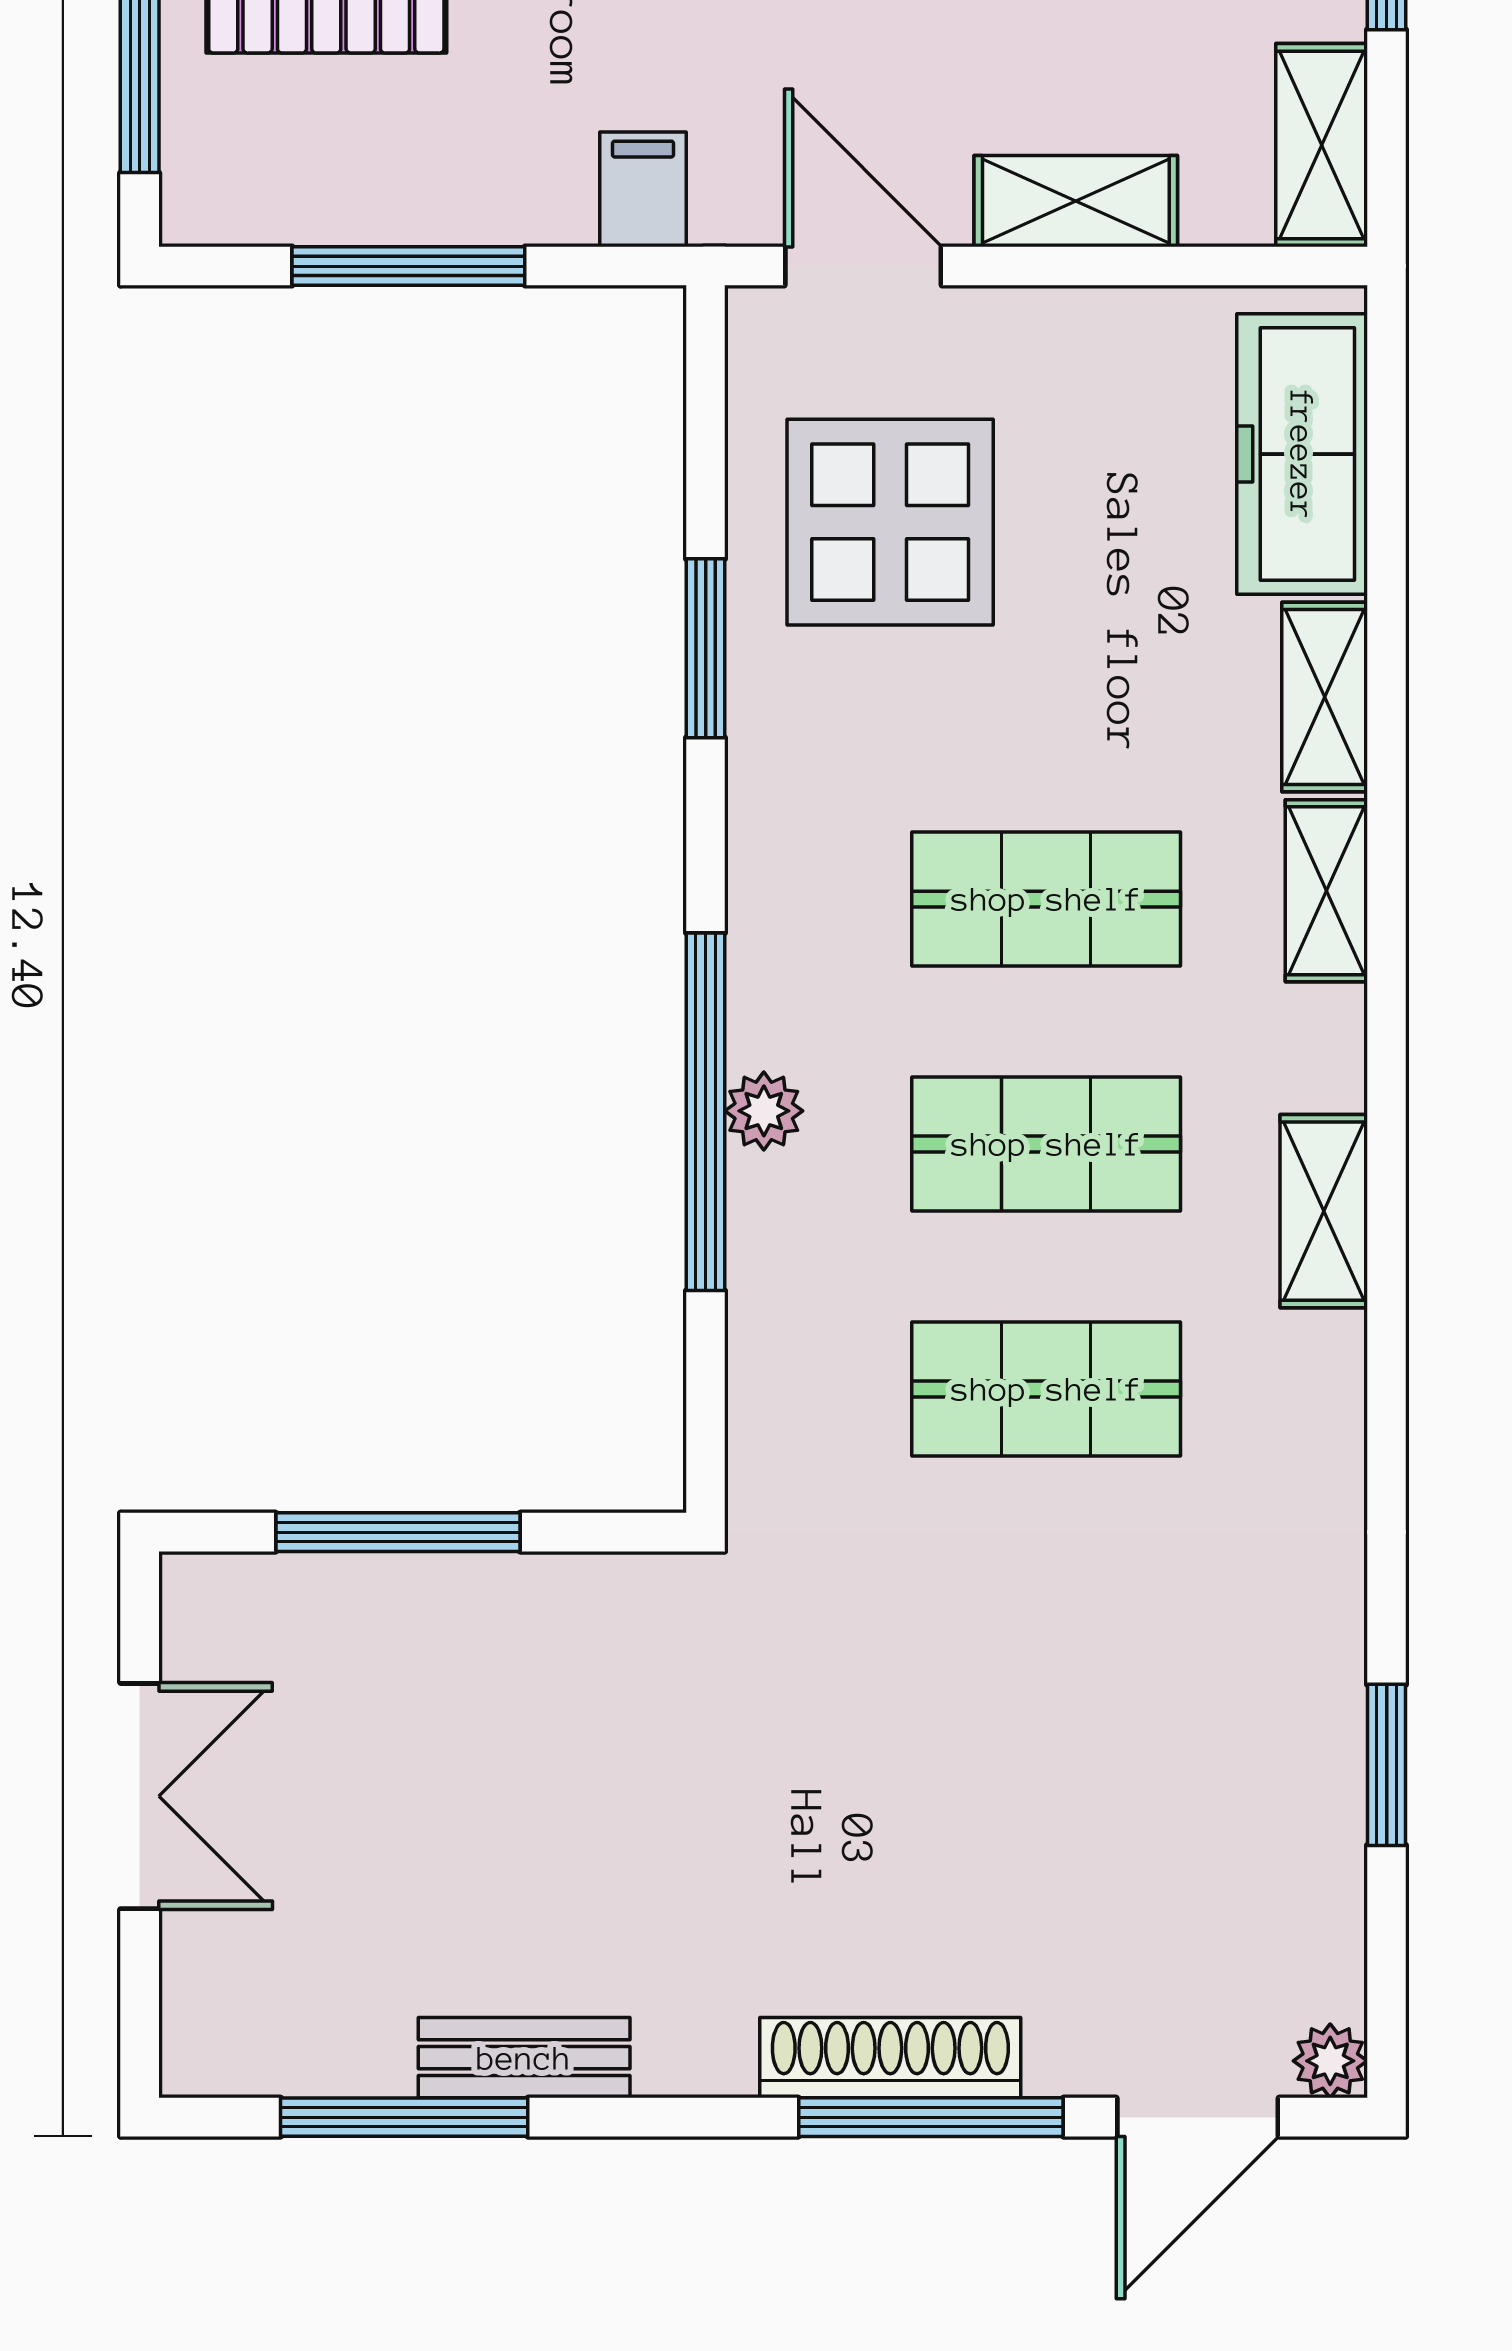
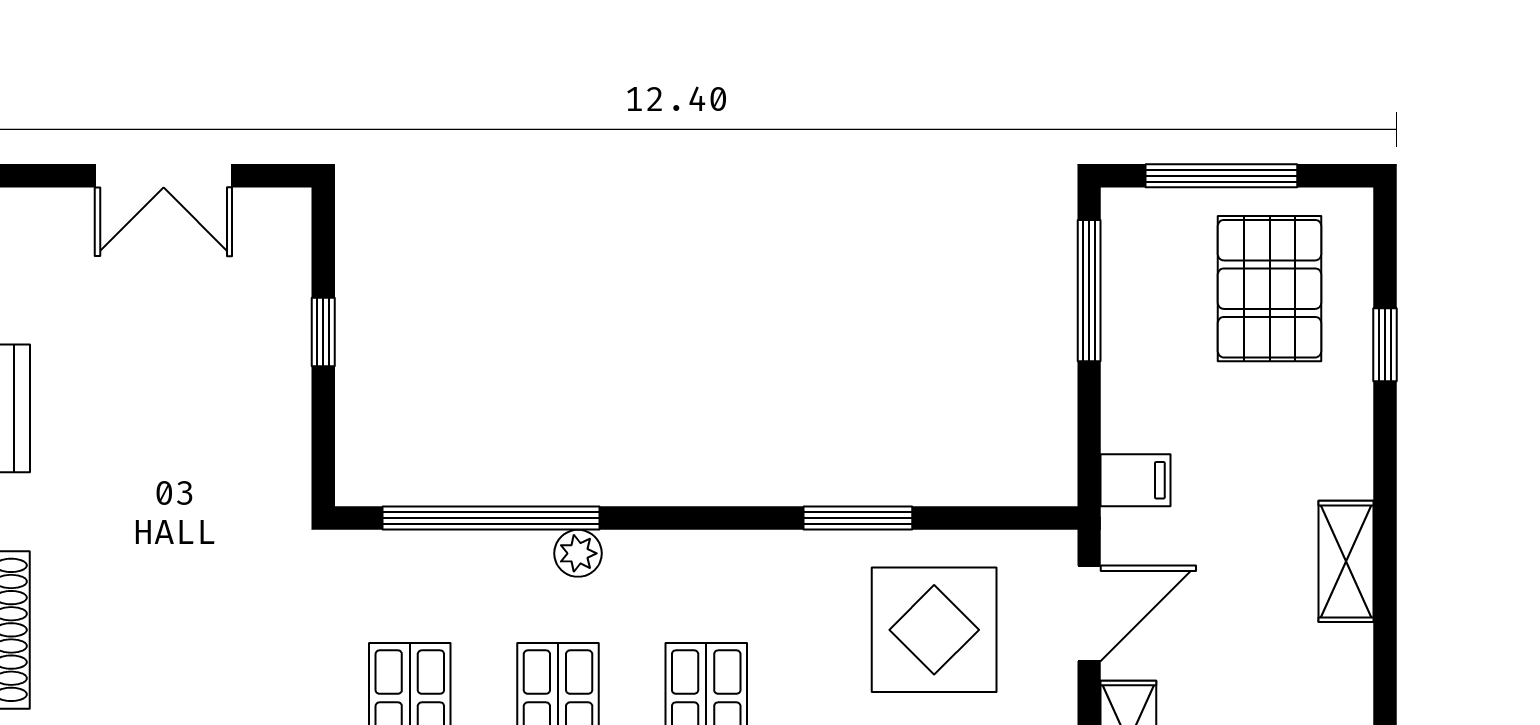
window: (408, 266) -> (1089, 291), moved
window: (706, 1112) -> (491, 518), moved
window: (398, 1532) -> (323, 332), width x0.46

